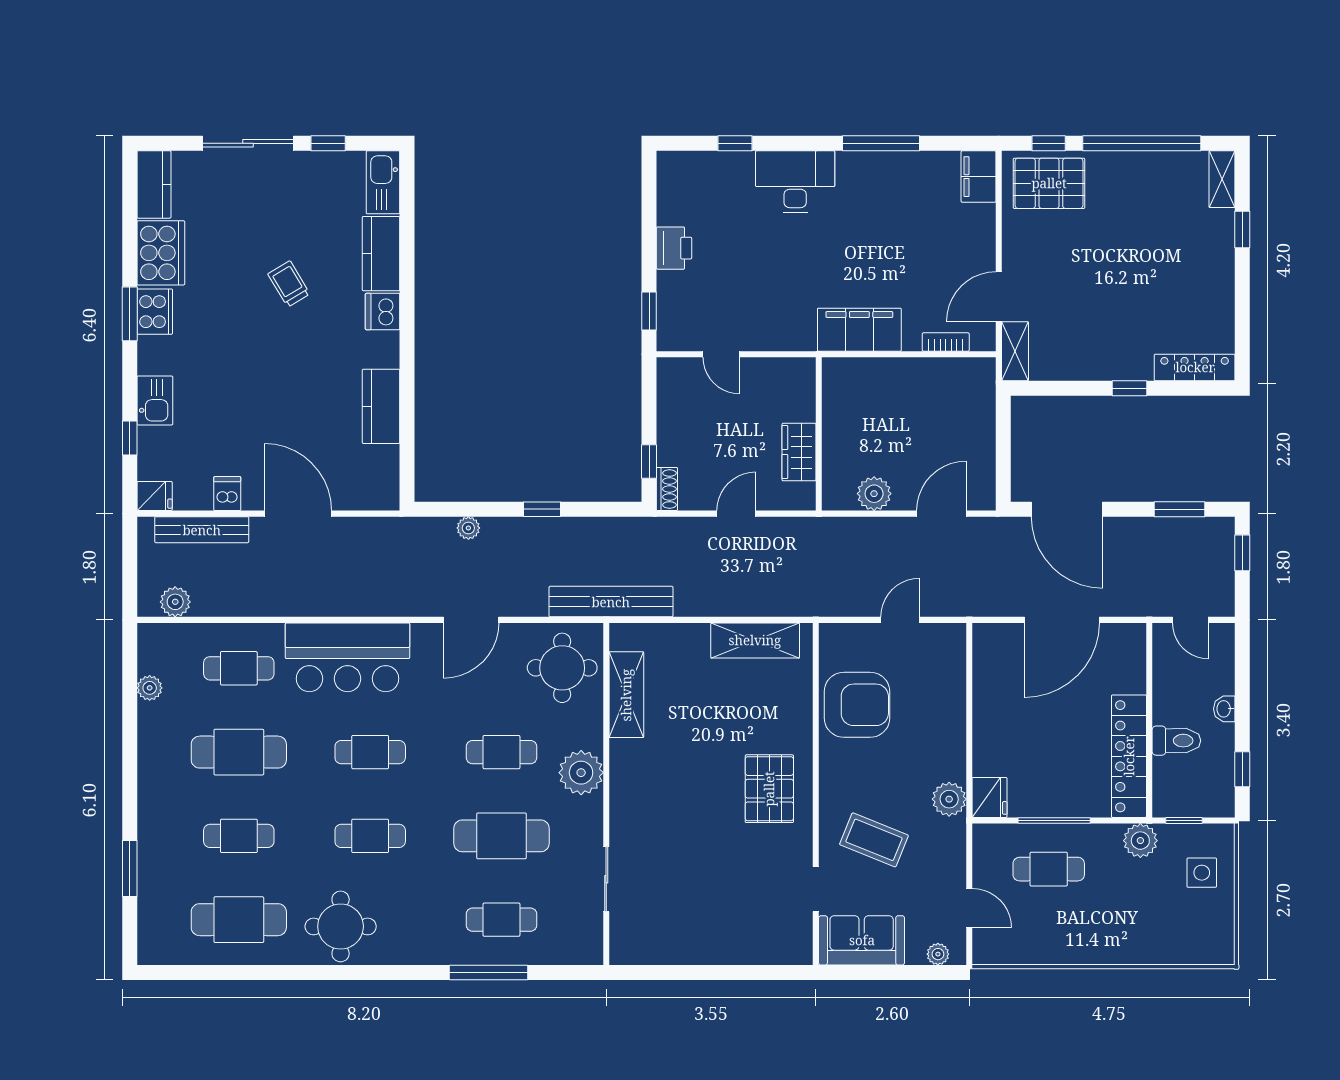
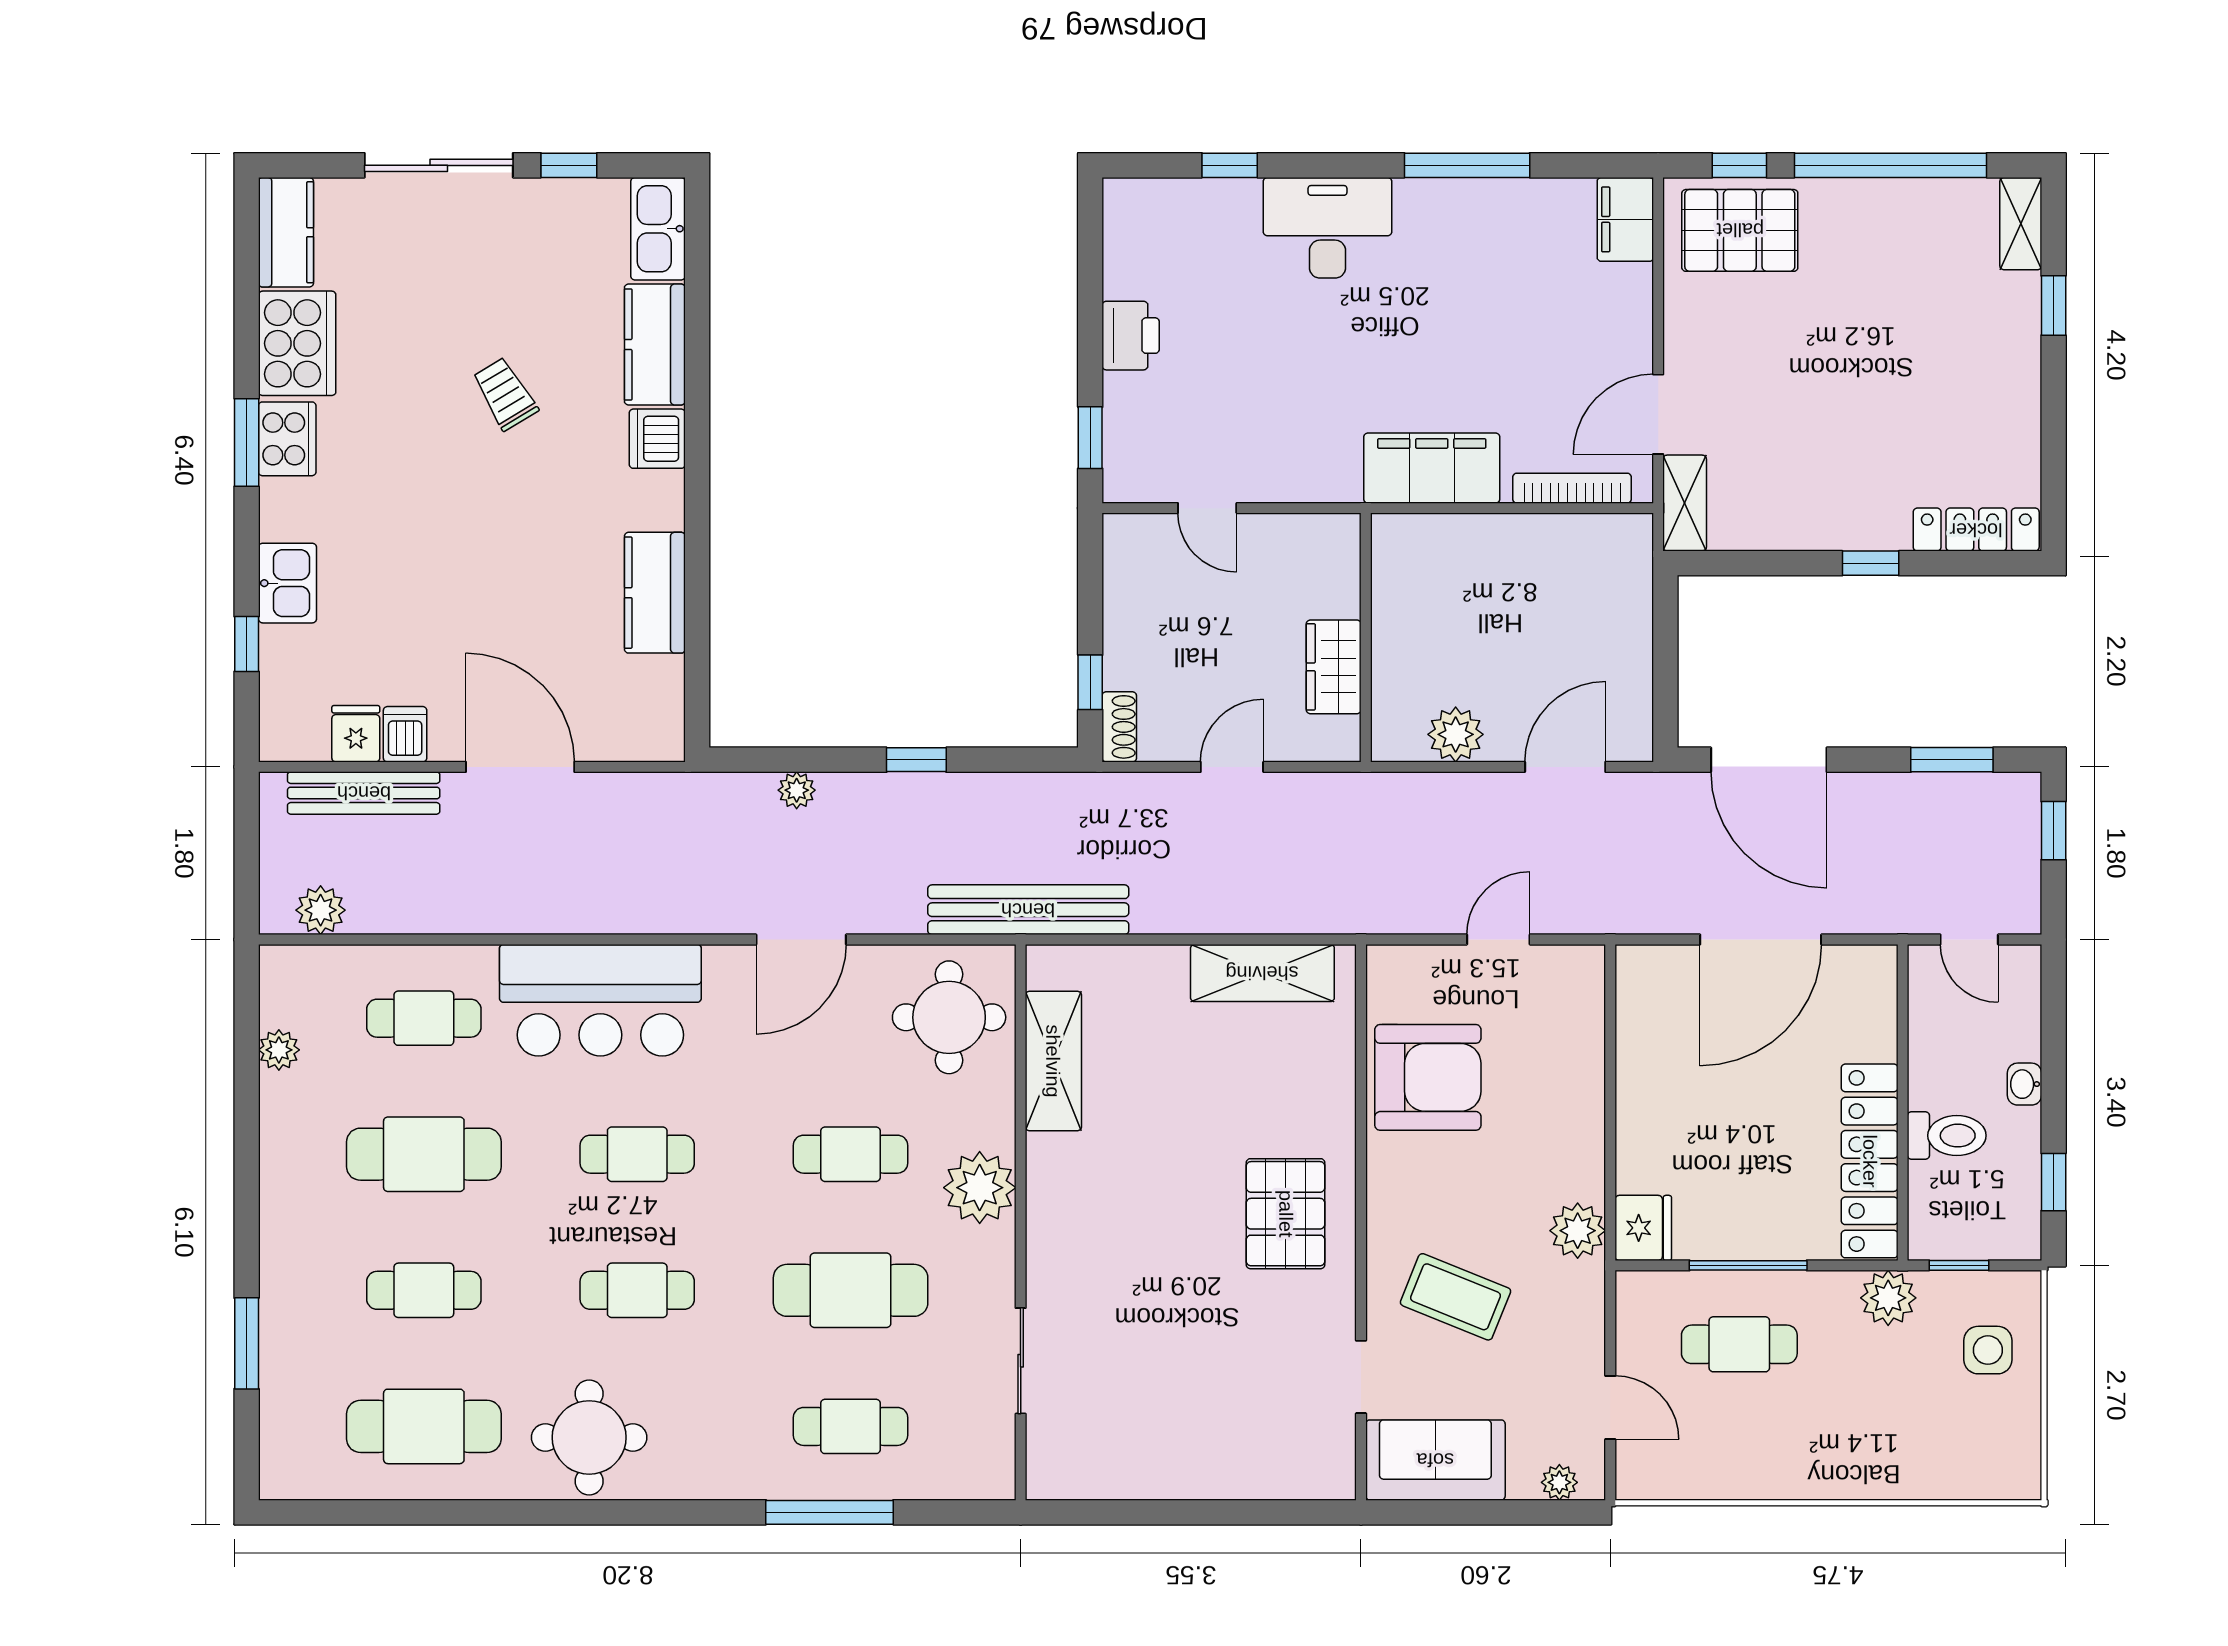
bookcase: (946, 342) -> (1572, 488), width x1.56
fridge: (155, 496) -> (356, 734), moved, turned -90

